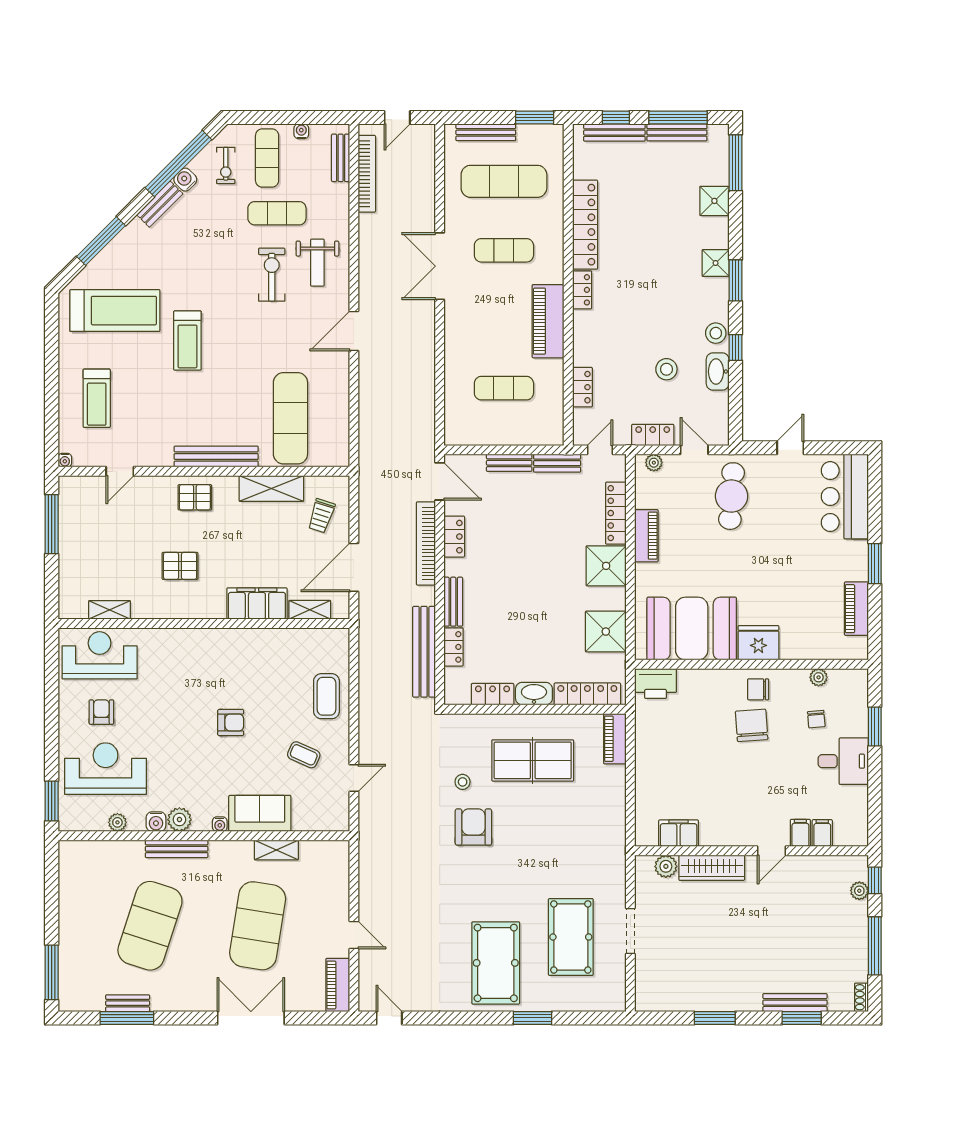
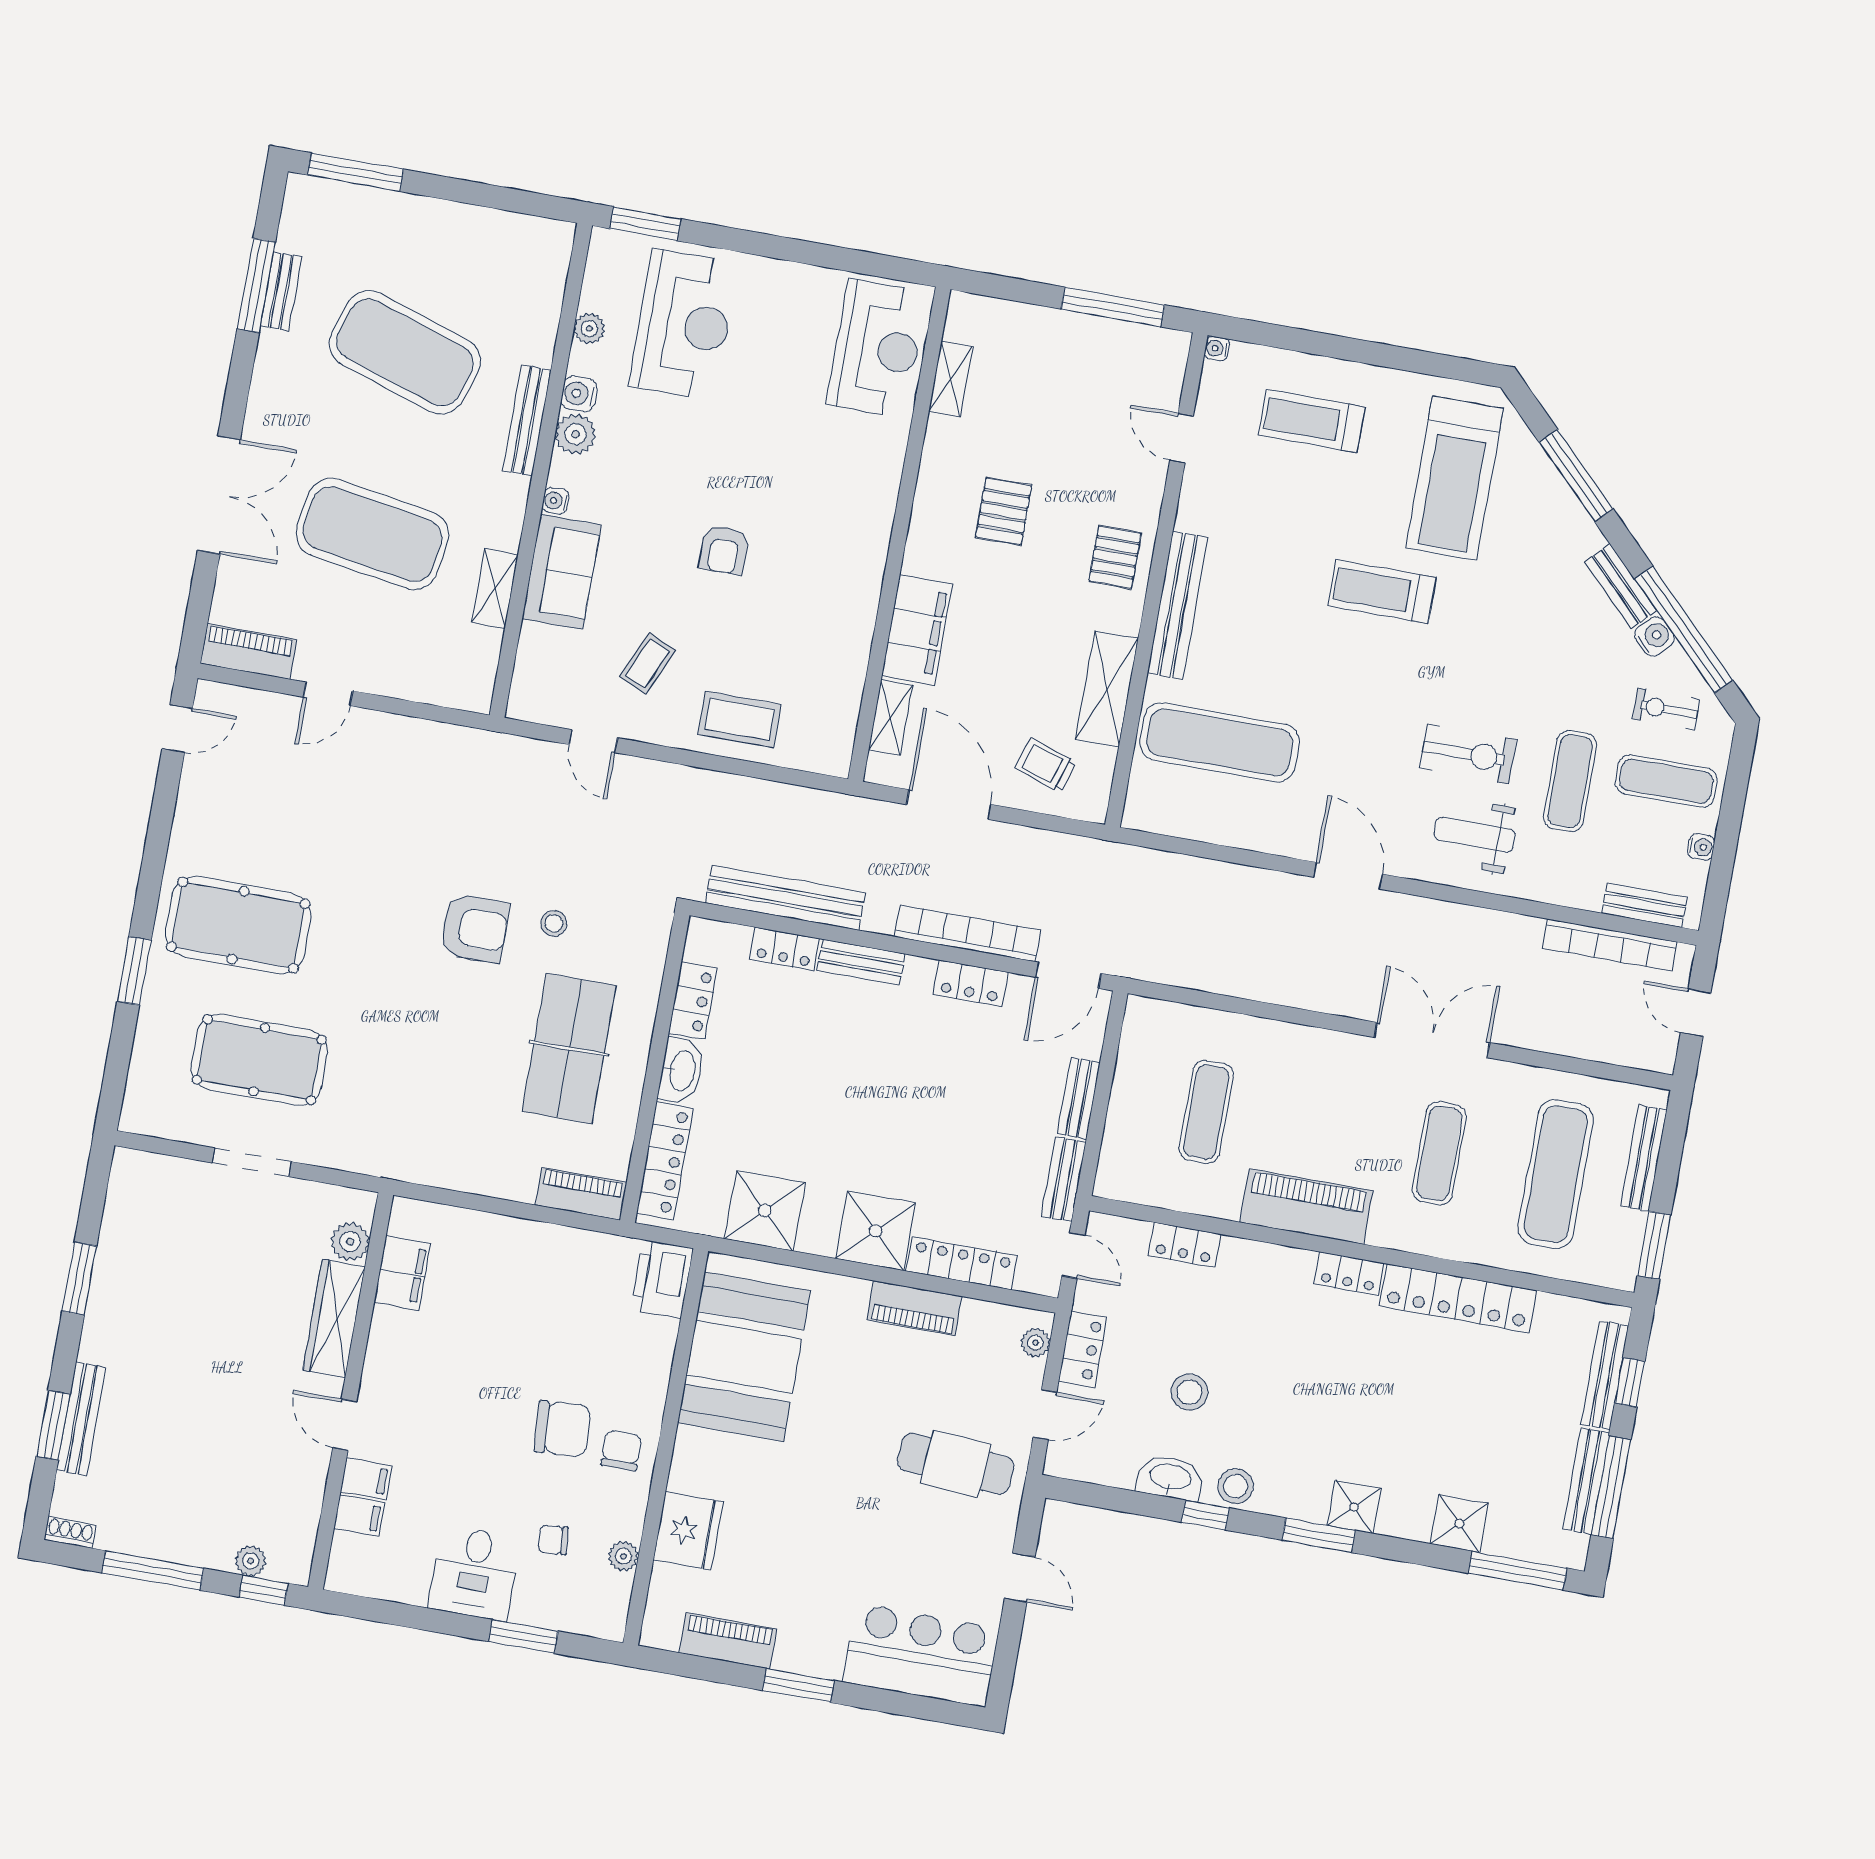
fridge: (758, 643) -> (688, 1531), moved
armchair: (101, 712) -> (781, 335), removed

